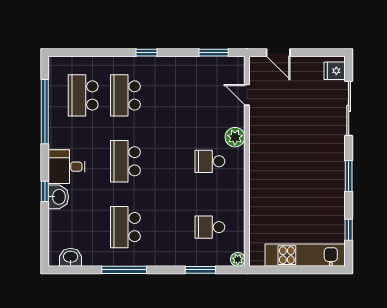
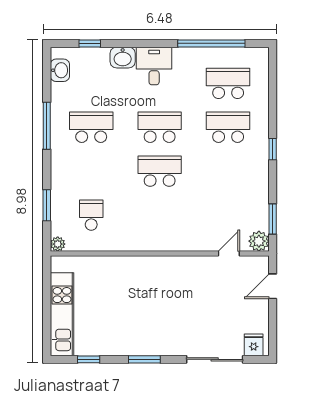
plant: (235, 137) -> (259, 241), moved
school desk: (210, 161) -> (160, 171), moved, width x1.85
window: (45, 191) -> (90, 43), moved

